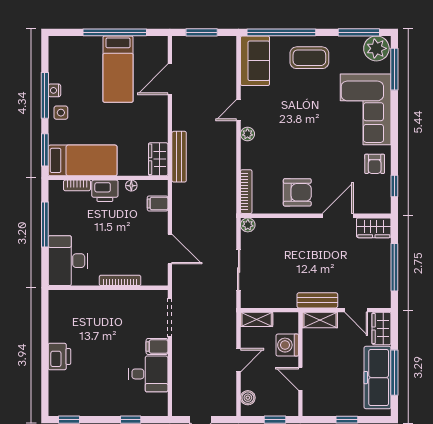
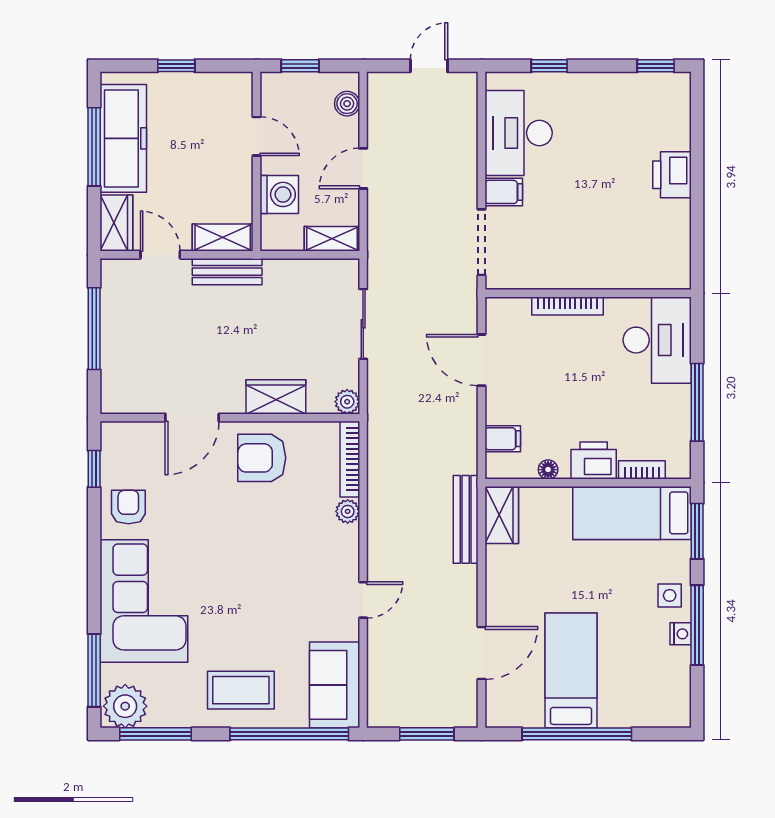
plant: (247, 134) -> (348, 511), moved
wardrobe: (374, 228) -> (276, 397), moved
desk: (148, 374) -> (519, 133), width x1.37

